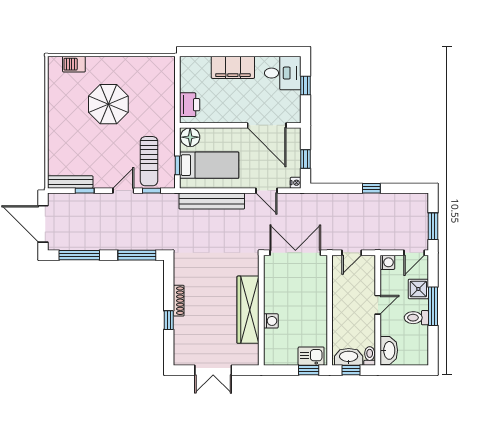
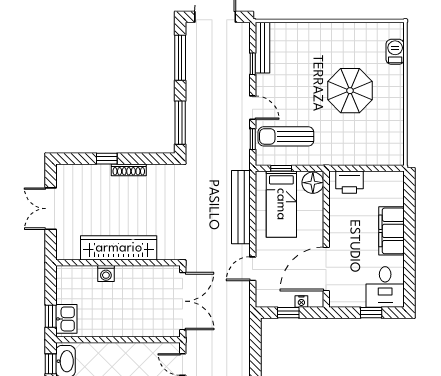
nightstand: (296, 183) -> (301, 302), moved

